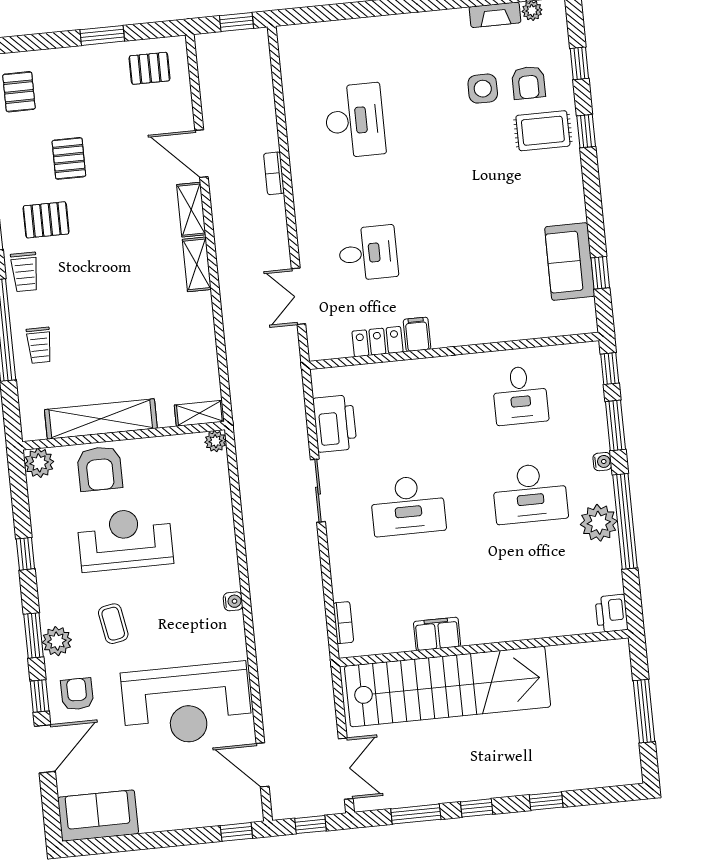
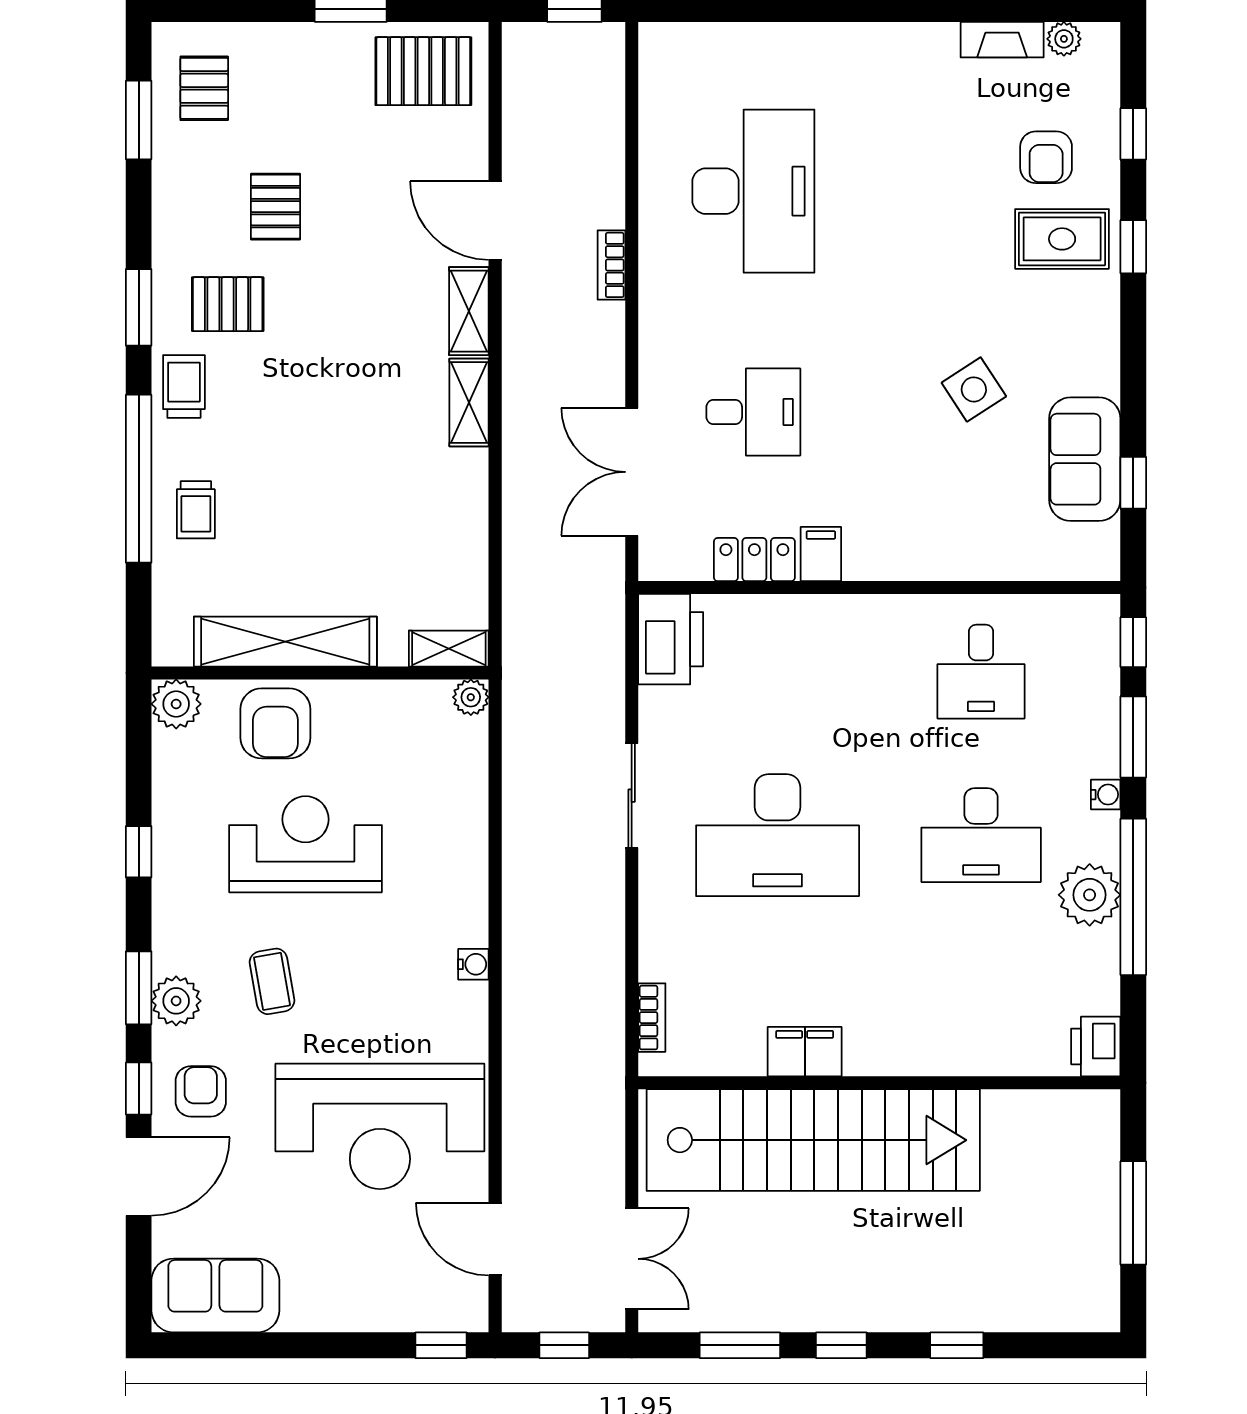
pallet: (149, 68) -> (423, 71), width x1.50, depth x1.42
side table: (483, 89) -> (974, 389), moved, turned -33
desk: (355, 121) -> (753, 191), width x1.36, depth x1.30
trolley: (25, 272) -> (184, 386), turned 180
double door: (299, 296) -> (632, 472), width x1.37
printer: (335, 423) -> (671, 639), moved
desk: (408, 506) -> (778, 835), width x1.36, depth x1.30

